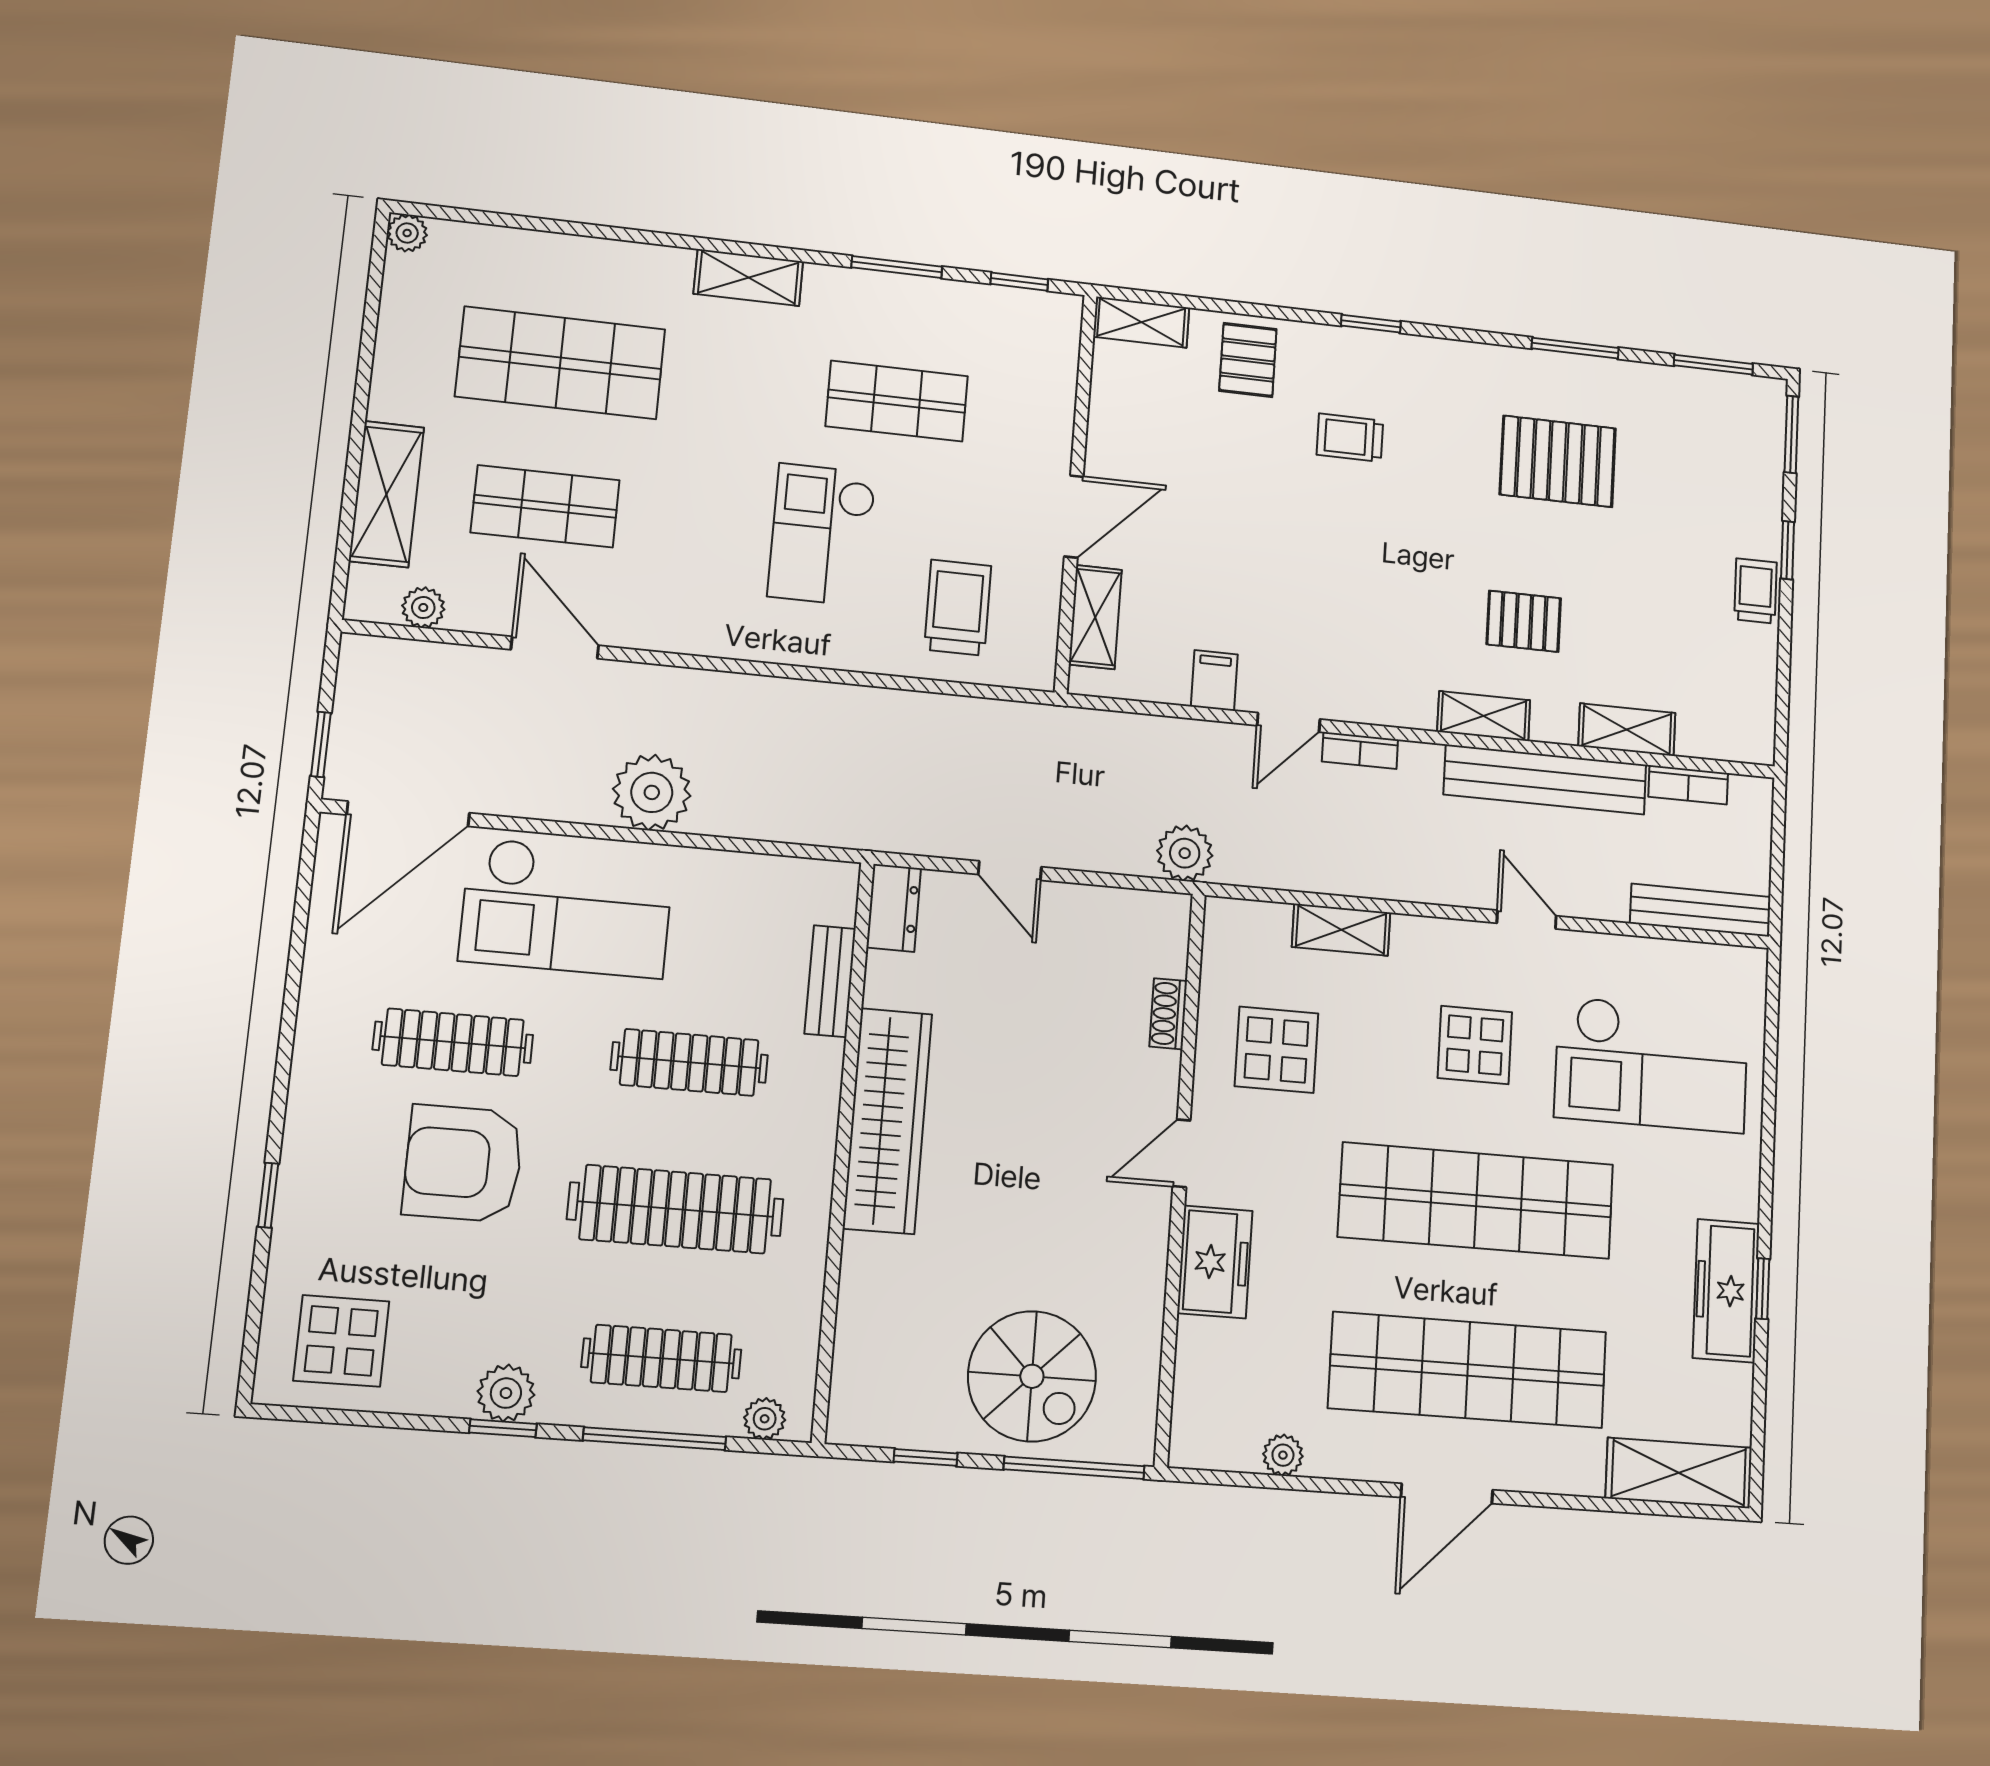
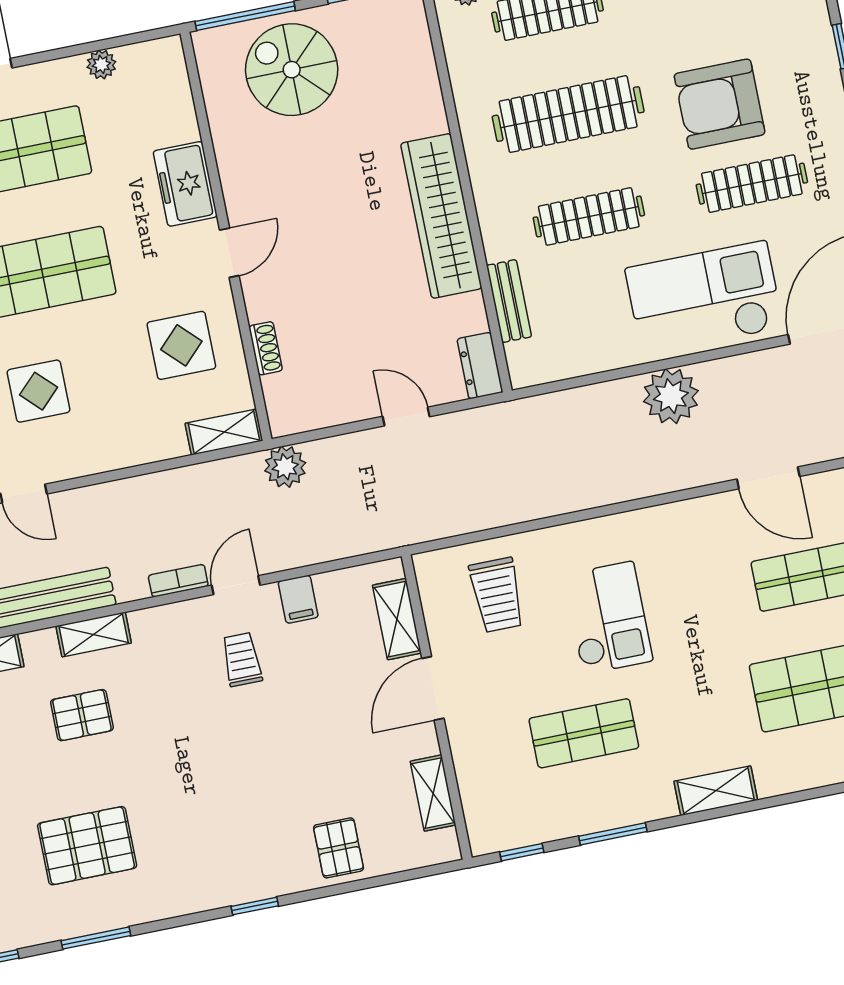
shelving: (1141, 322) -> (433, 793), moved, turned 90
trolley: (1350, 438) -> (242, 659), moved, turned -90
shelving: (1341, 930) -> (224, 432), moved
armchair: (463, 1163) -> (720, 104), turned 180

